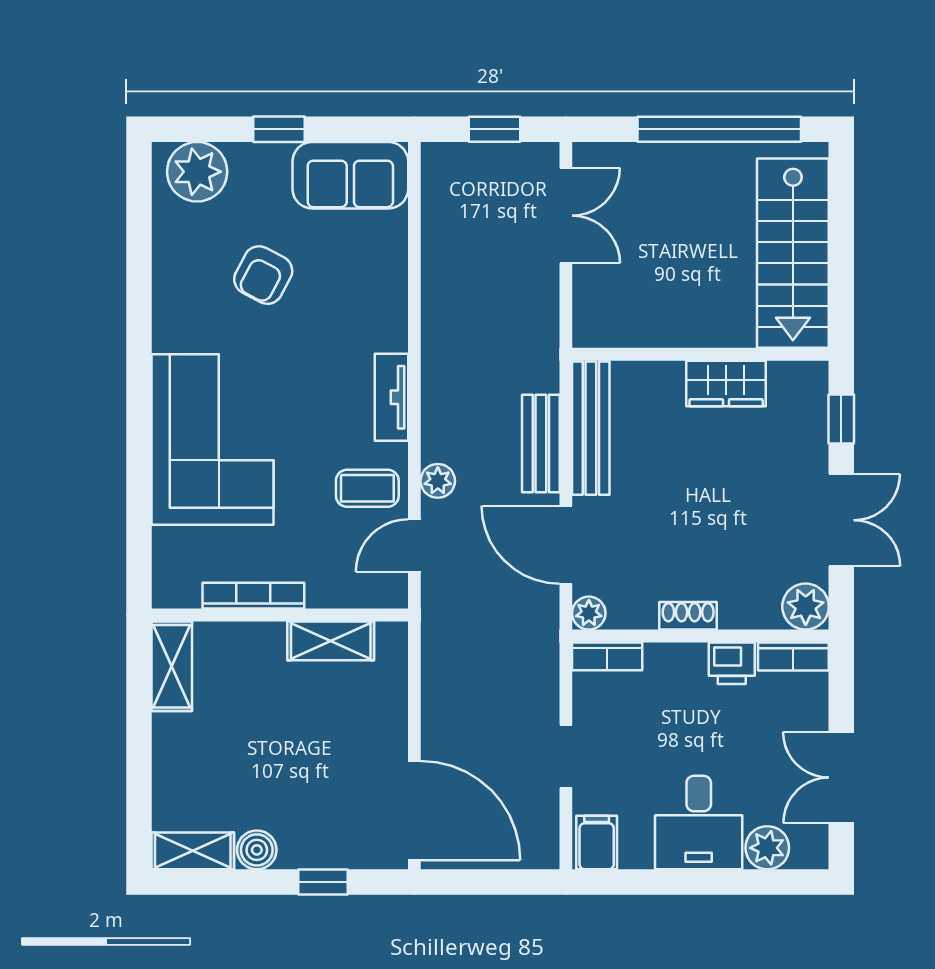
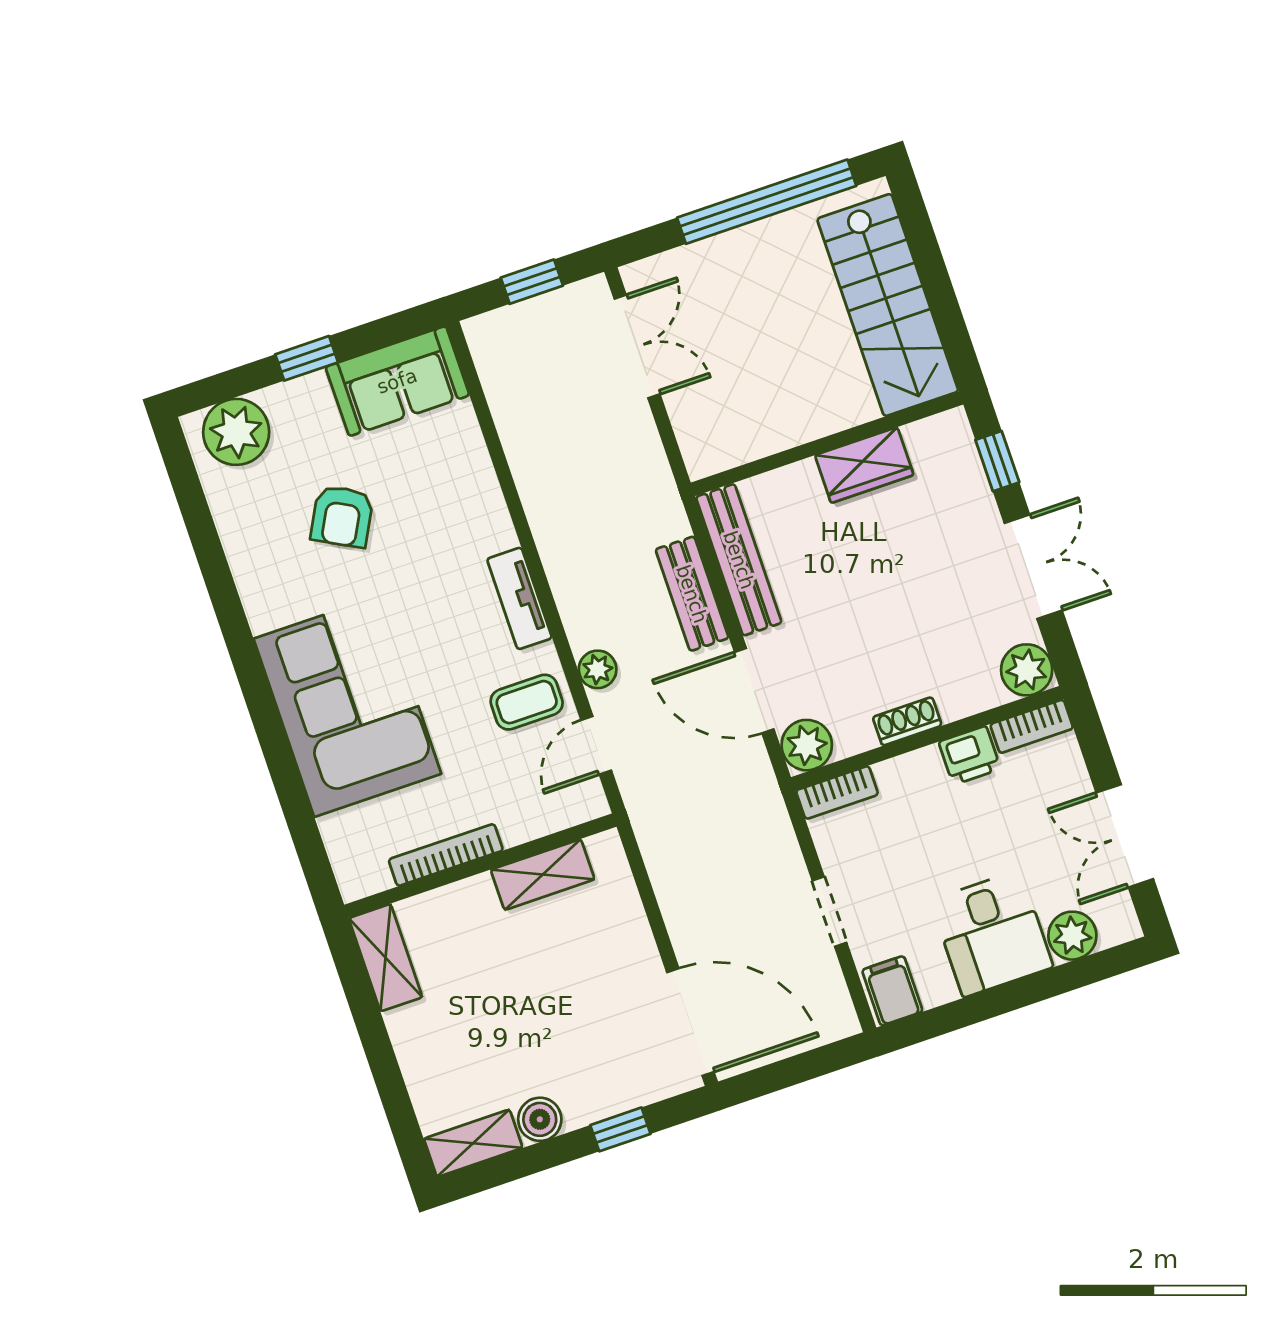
plant: (589, 613) -> (807, 745), width x1.38, depth x1.38

